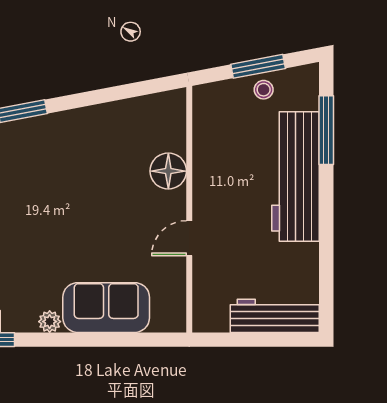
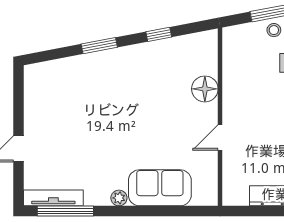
window: (105, 96) -> (159, 34), added

